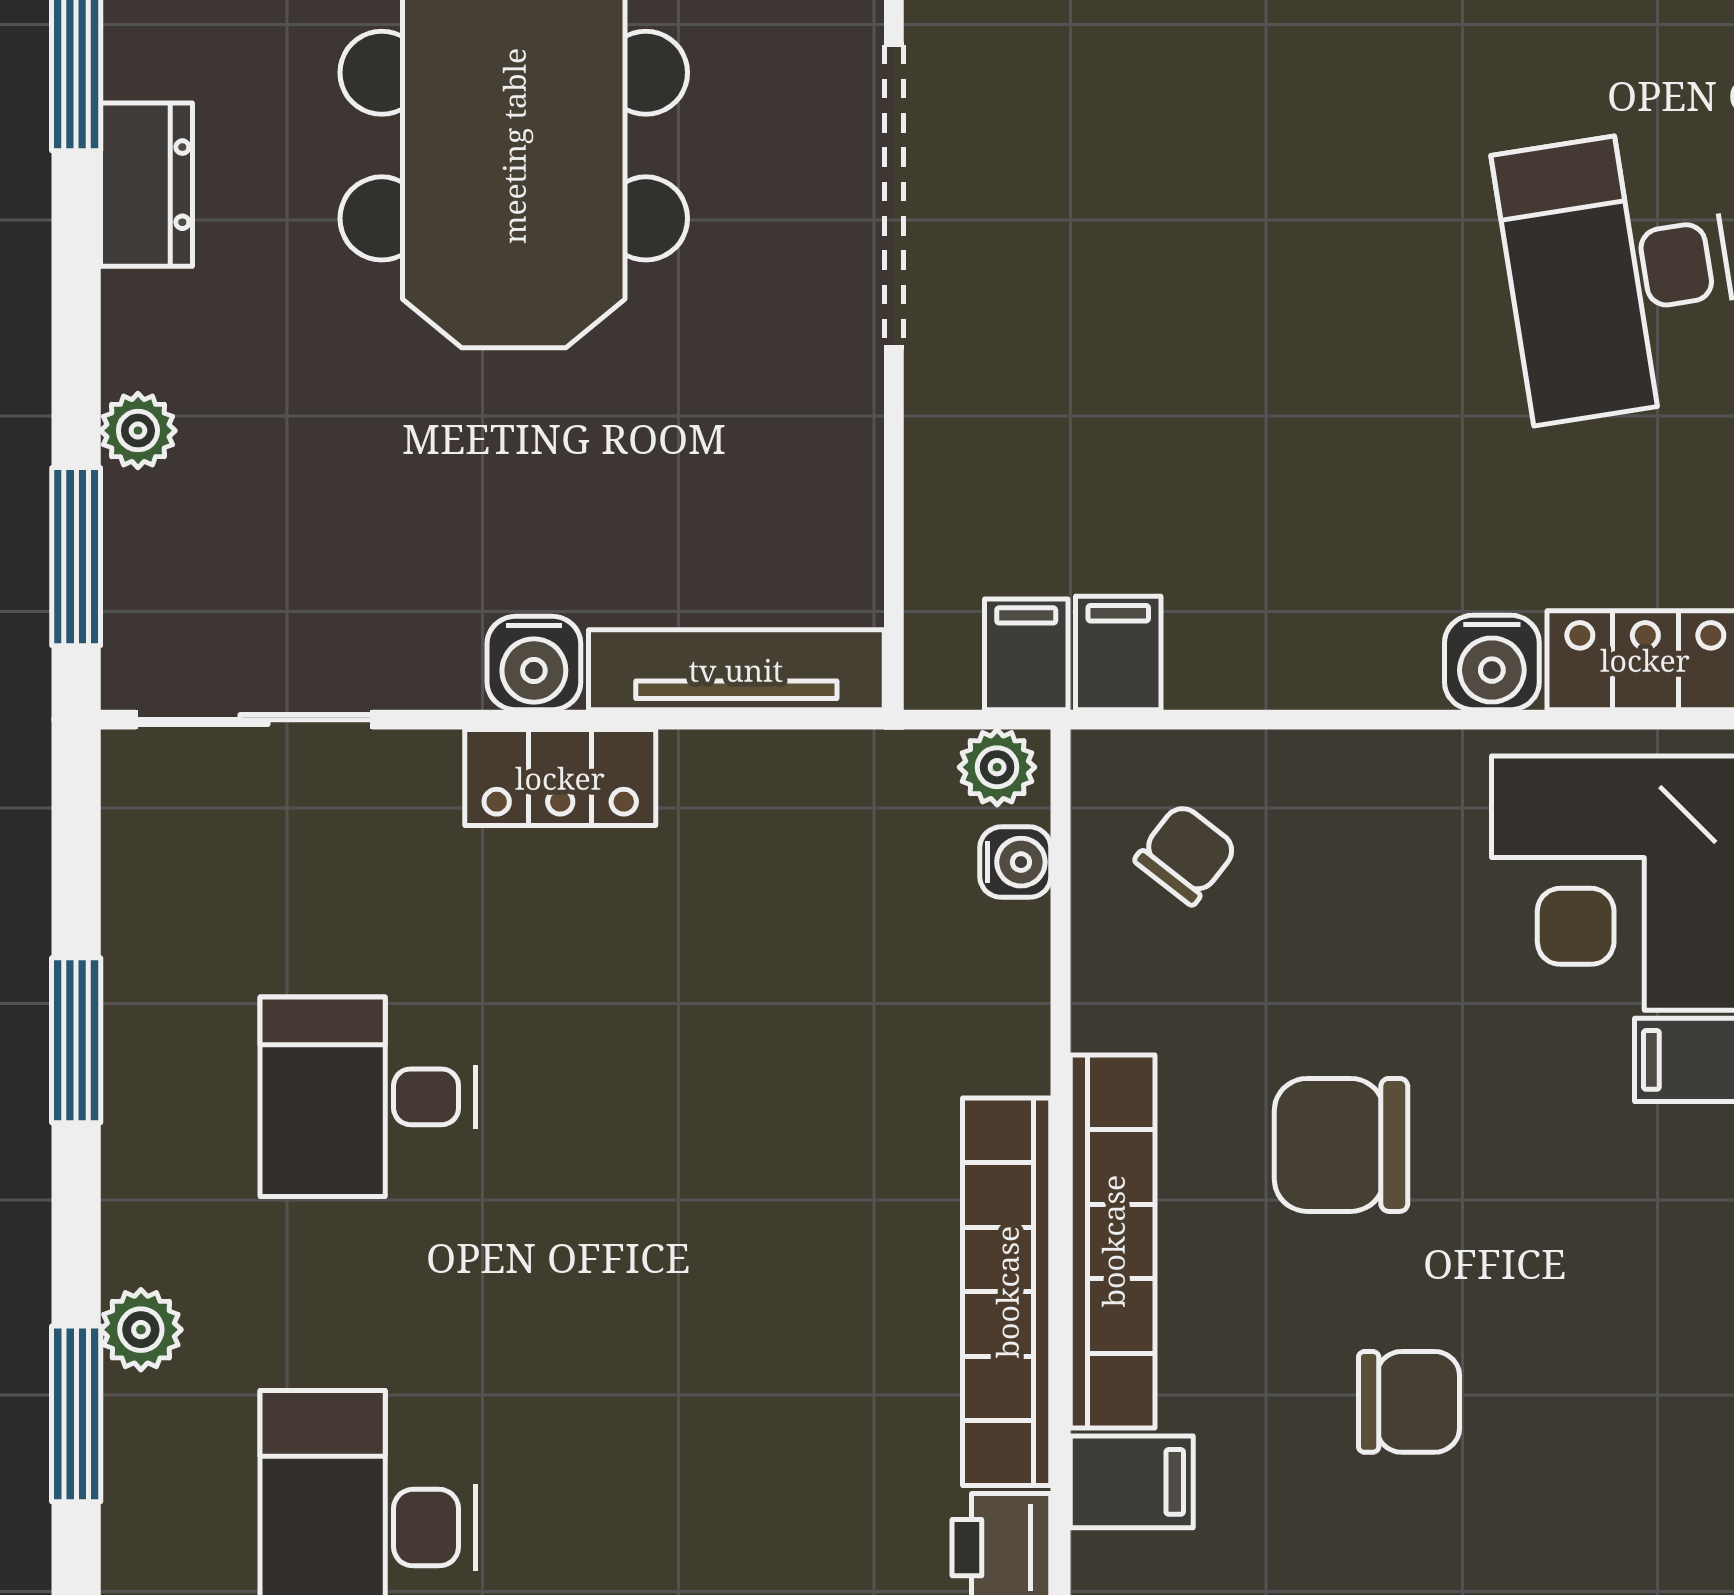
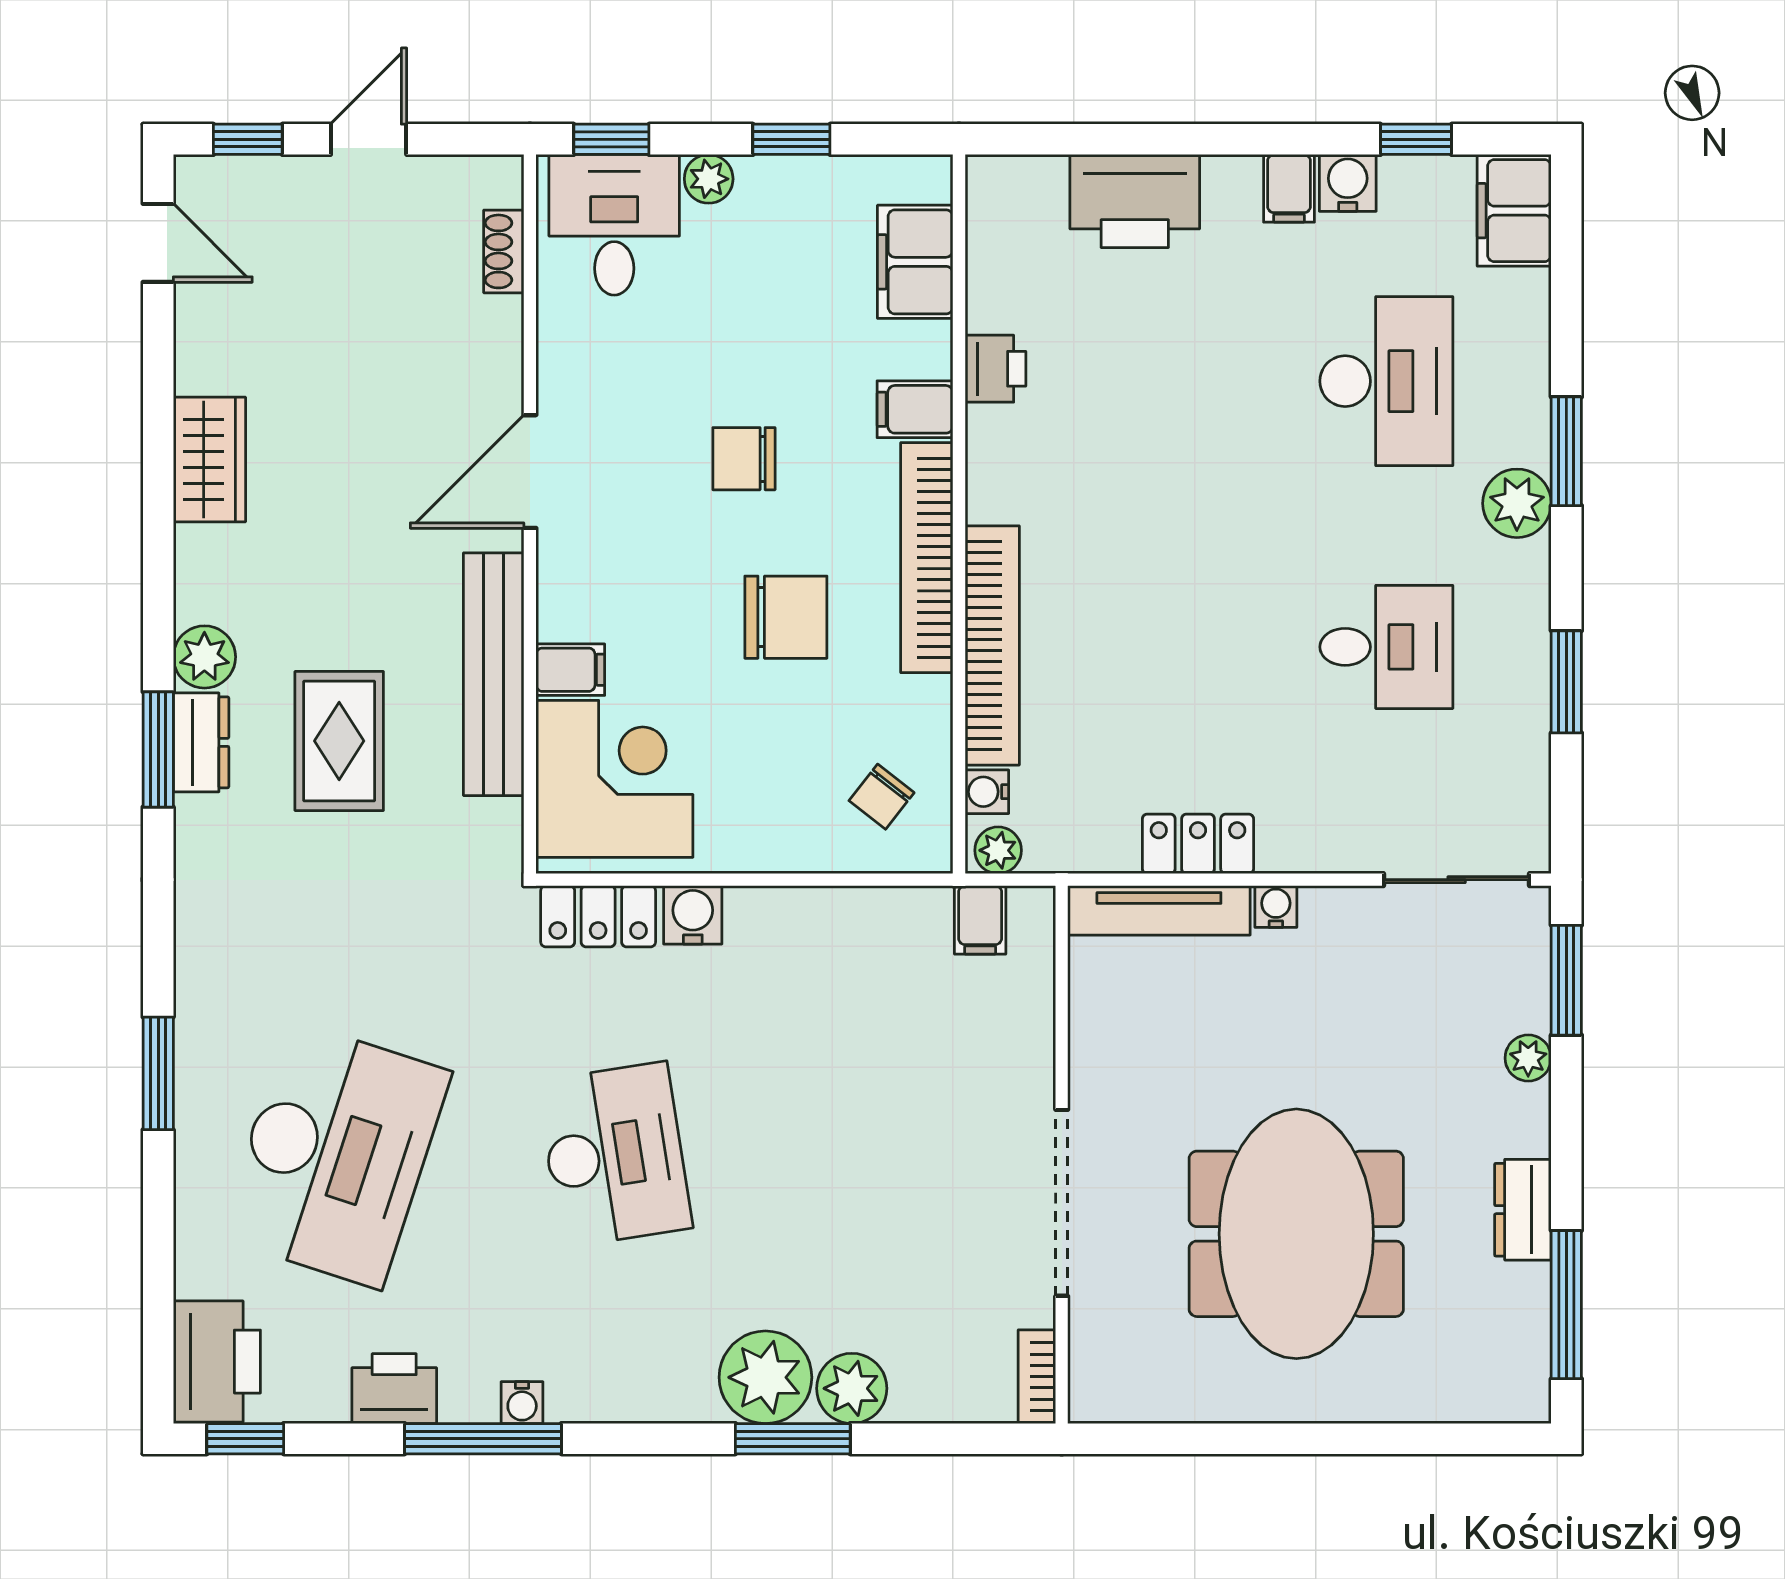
filing cabinet: (1118, 653) -> (923, 921), removed
water cooler: (534, 663) -> (1276, 907), width x0.72, depth x0.72
locker: (560, 778) -> (1198, 844), moved
bookcase: (1007, 1292) -> (992, 645), moved
plant: (141, 1330) -> (1517, 503), width x1.38, depth x1.38

